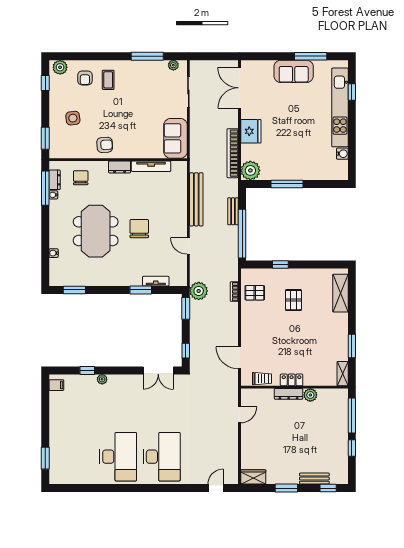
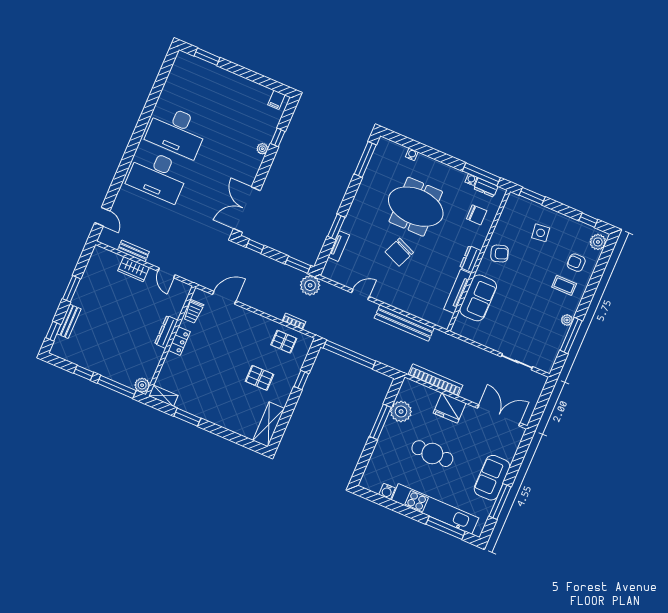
plant: (173, 65) -> (567, 320), moved
window: (352, 92) -> (446, 528), width x2.17
cafe table: (295, 129) -> (432, 454), added
sofa: (176, 138) -> (478, 298), moved, turned 90
armchair: (105, 145) -> (500, 254), turned -106
plant: (250, 170) -> (401, 411), moved
bench: (233, 211) -> (133, 251), moved
chair: (139, 229) -> (399, 252), turned 113
window: (74, 290) -> (365, 159), width x1.44
pallet: (255, 293) -> (284, 342), turned 90
shelving: (340, 293) -> (269, 424), moved, turned 90
double door: (158, 370) -> (247, 210), width x1.37
plant: (310, 395) -> (142, 385), moved
wardrobe: (253, 477) -> (133, 269), moved, turned 90

